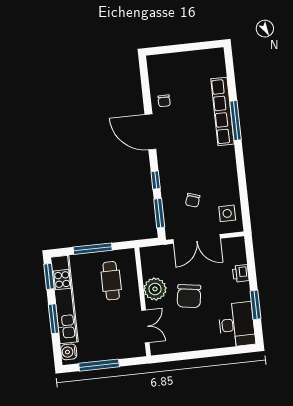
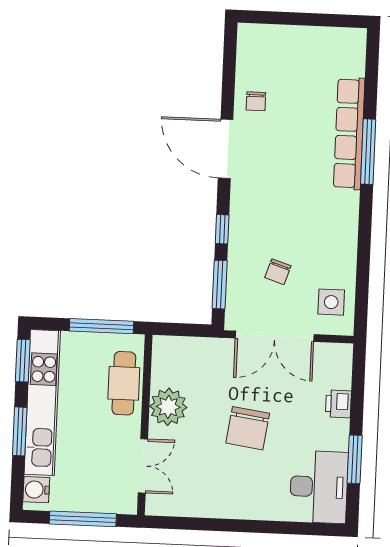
plant: (155, 289) -> (168, 407), moved
wall: (143, 302) -> (145, 425), moved
double door: (145, 326) -> (143, 466), moved

